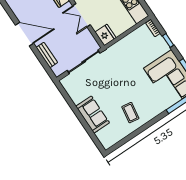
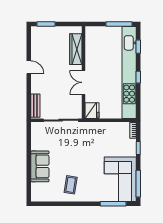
door: (24, 34) -> (29, 67), width x0.53
bench: (47, 55) -> (35, 106), moved

